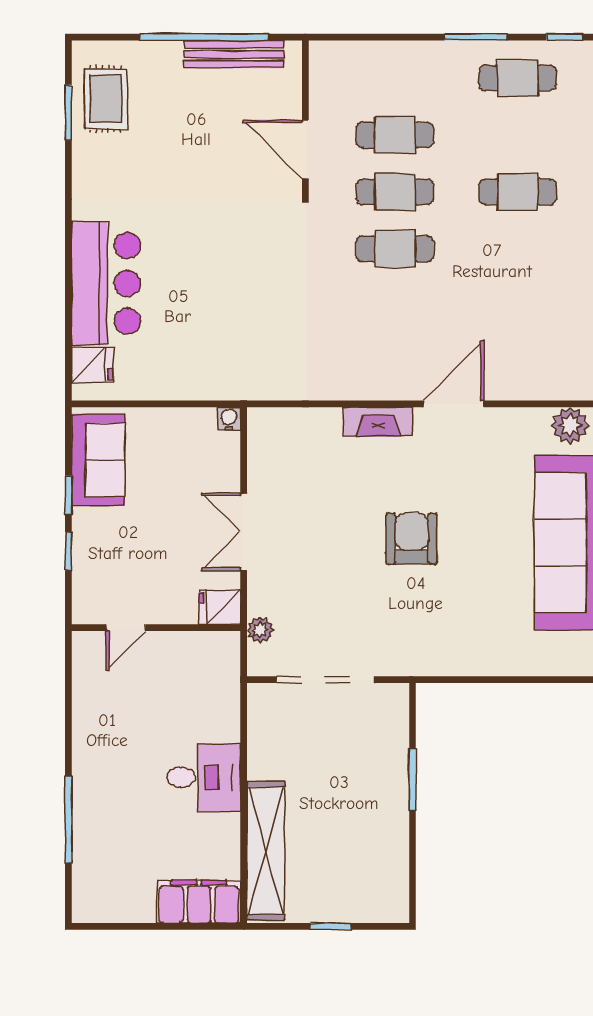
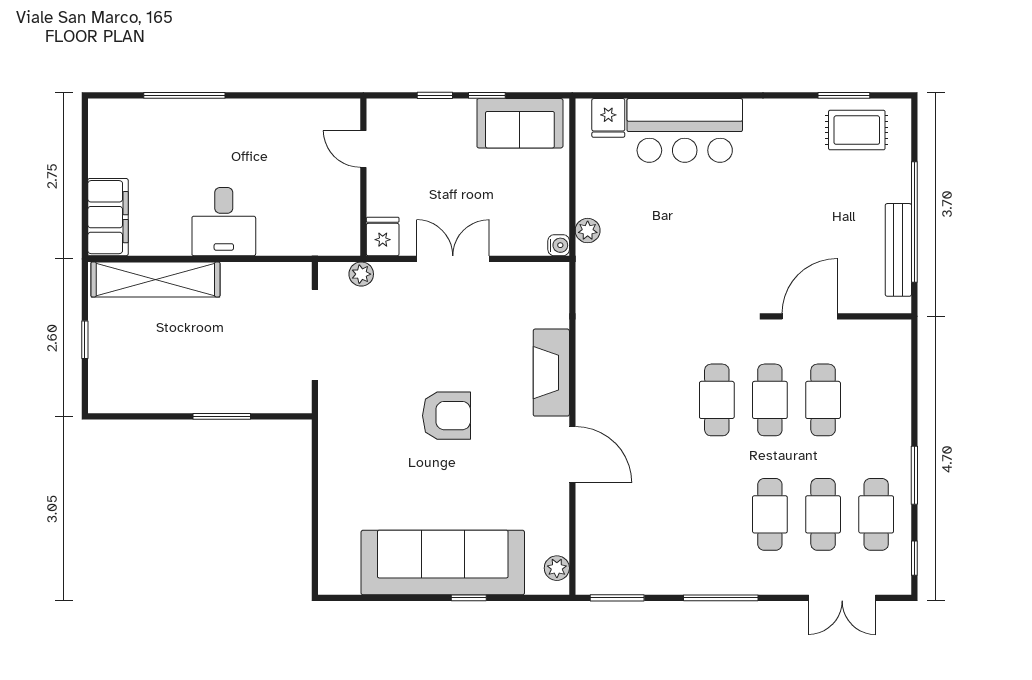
cafe table: (518, 135) -> (823, 514), added
plant: (213, 387) -> (588, 231), added
fireplace: (378, 422) -> (551, 373), width x1.37, depth x1.32
plant: (570, 425) -> (557, 568), width x0.73, depth x0.73

